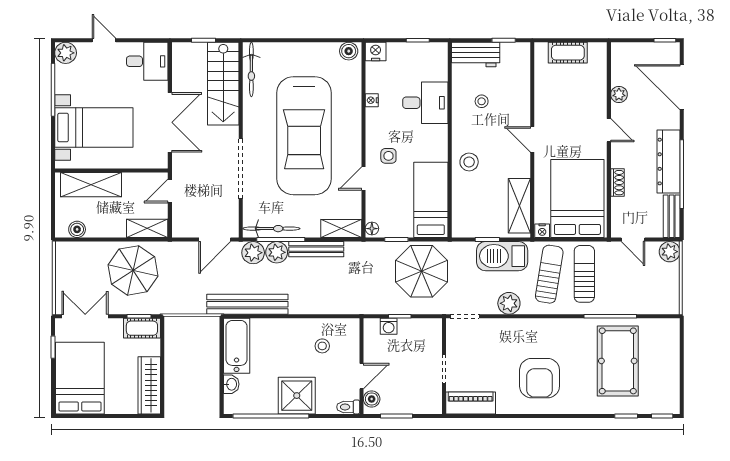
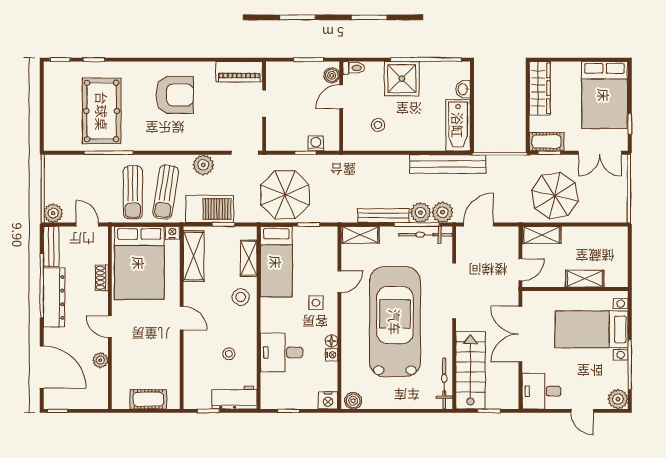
shelving: (91, 185) -> (585, 279), width x0.67, depth x0.75
shelving: (460, 203) -> (249, 258), added
boiler: (77, 229) -> (607, 234), removed
floor lamp: (372, 229) -> (331, 341), moved
armchair: (540, 378) -> (175, 95), turned 90

